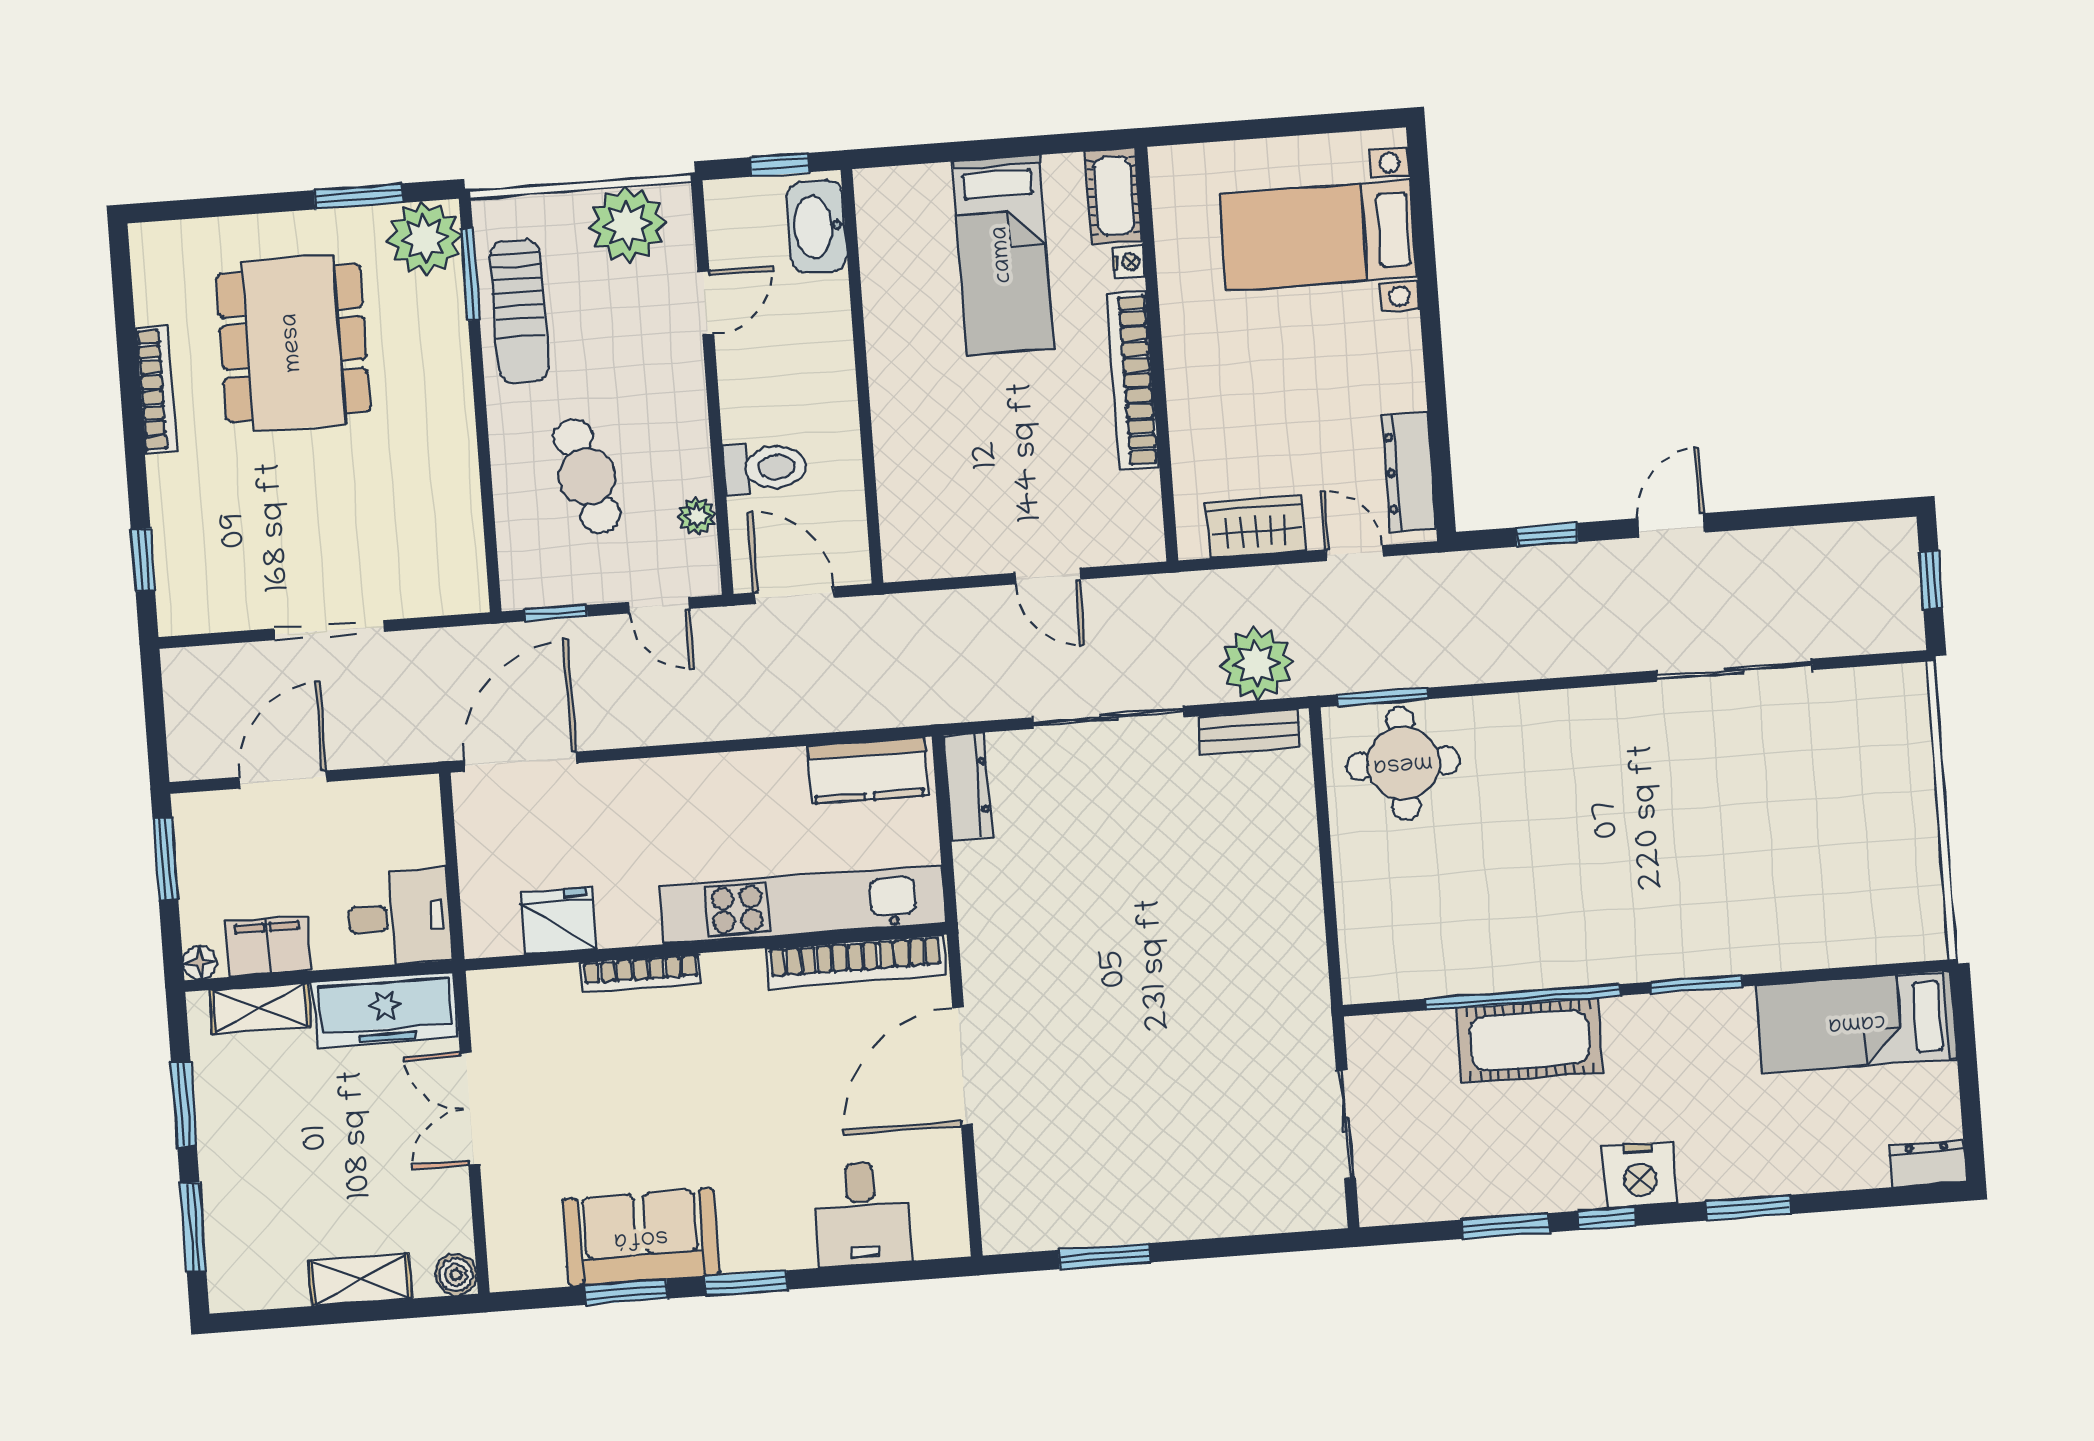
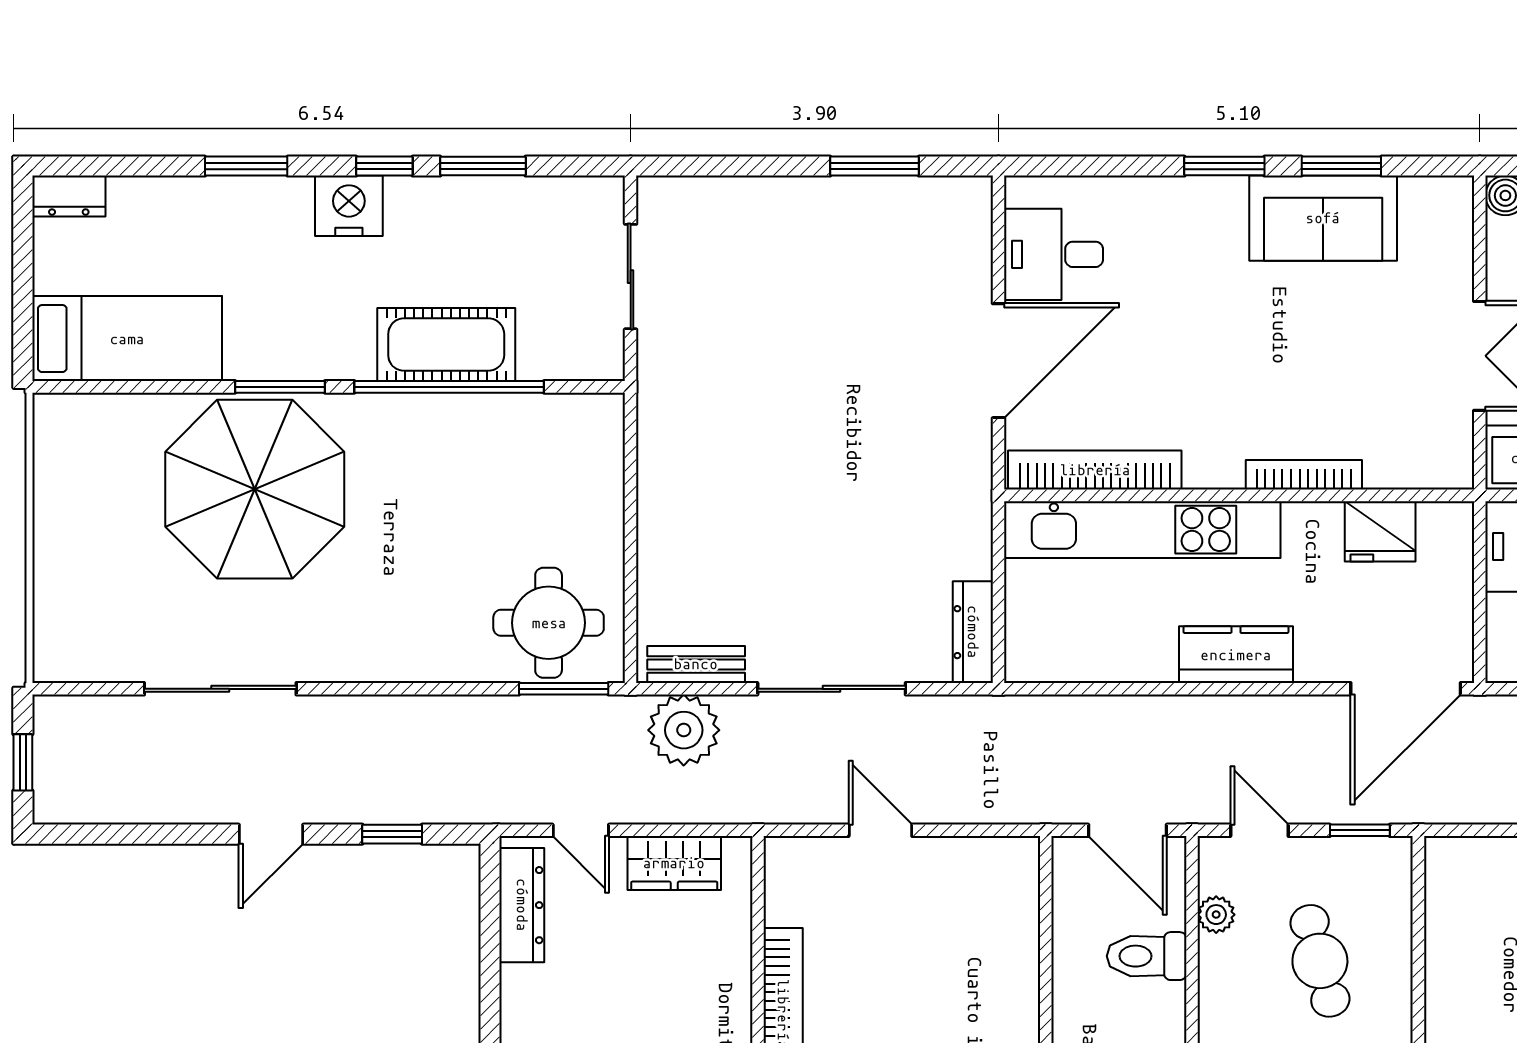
kitchen counter: (868, 771) -> (1236, 655), moved
parasol: (1714, 877) -> (255, 489), added
desk: (862, 1214) -> (1054, 254), moved, turned -90

